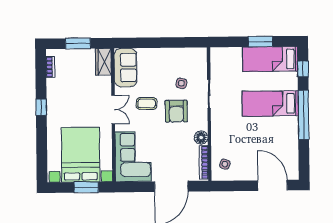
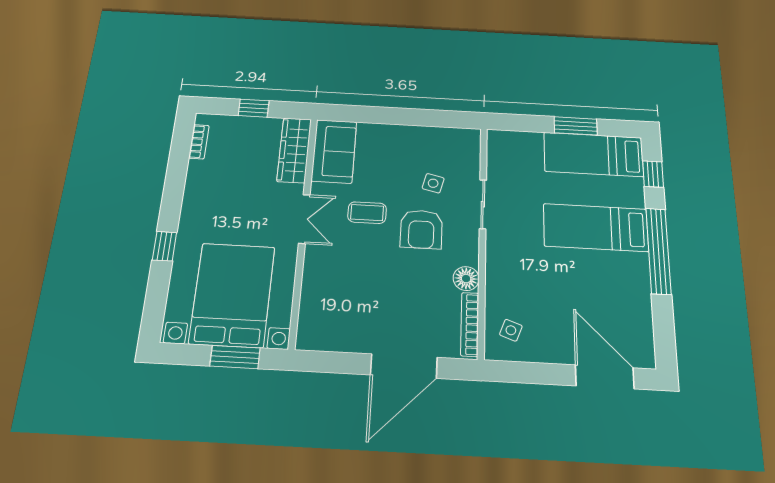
window: (78, 43) -> (254, 108), width x0.67
wardrobe: (103, 62) -> (294, 150), width x1.50
window: (41, 107) -> (165, 246), moved
corner sofa: (133, 157) -> (334, 305), removed

